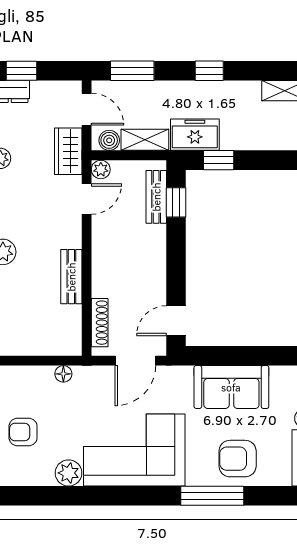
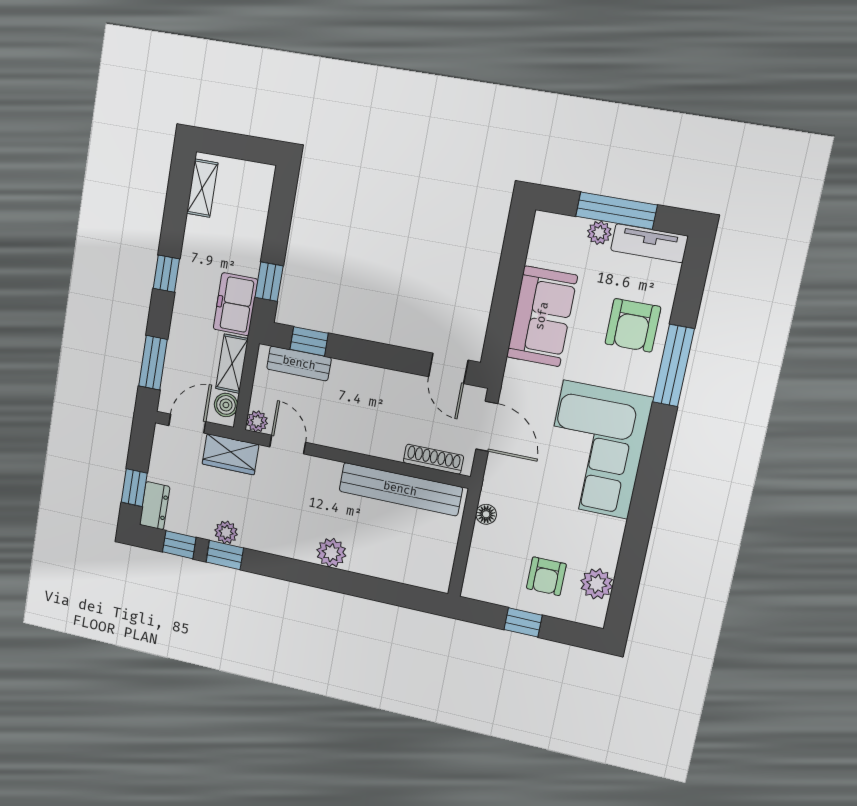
bench: (71, 277) -> (400, 489), width x1.86, depth x1.21
plant: (69, 473) -> (597, 584), moved

